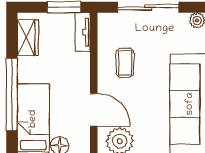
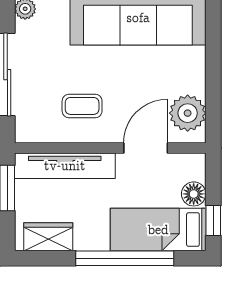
tv unit: (83, 32) -> (65, 166), width x1.92, depth x1.29

